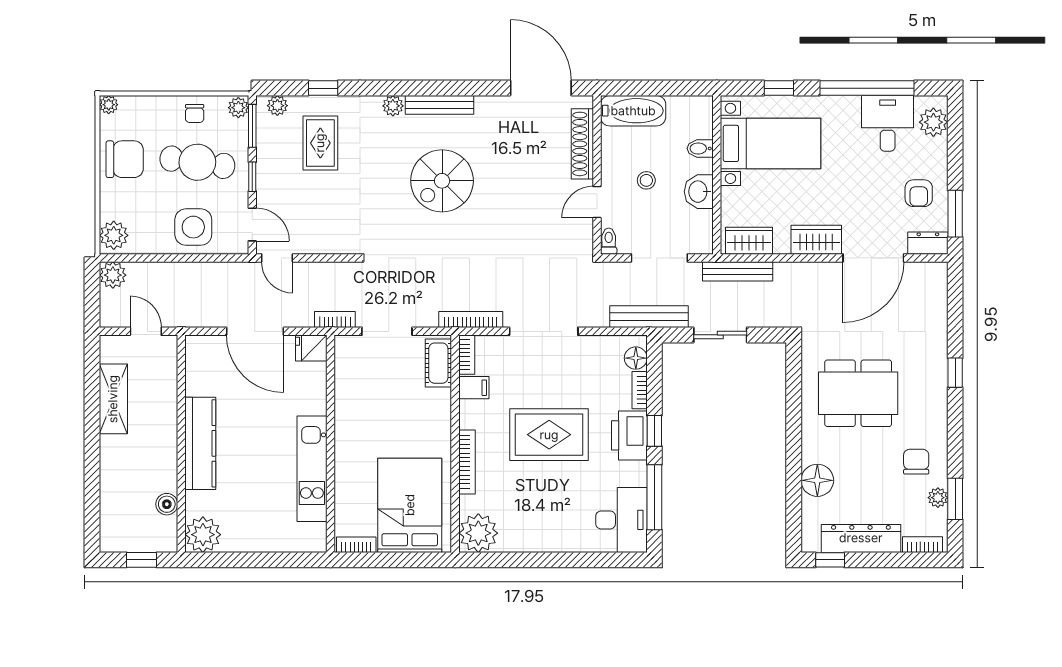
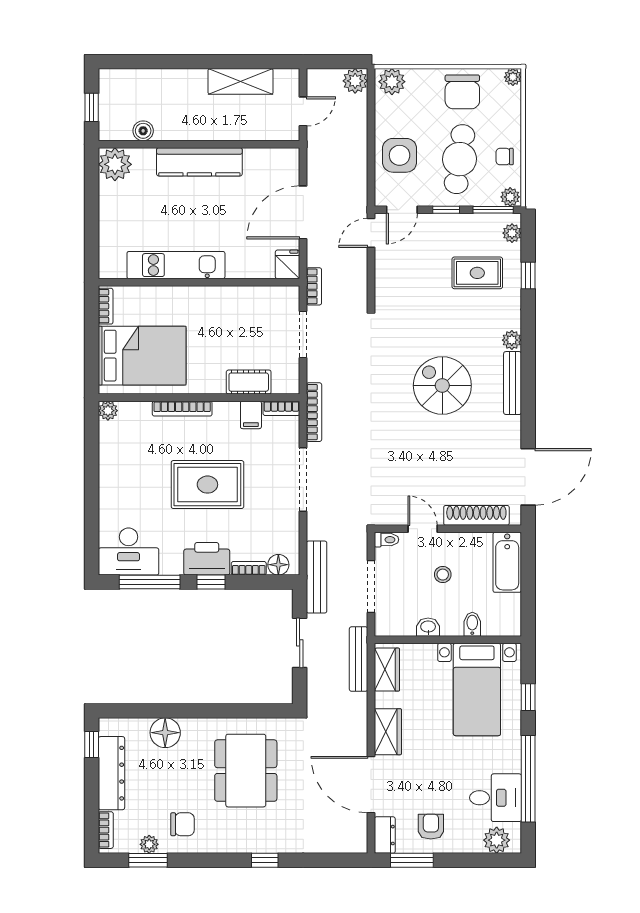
washbasin: (699, 192) -> (428, 627), width x0.72, depth x0.69
armchair: (919, 193) -> (431, 827), turned 90
cot: (438, 363) -> (249, 382), moved
rug: (549, 435) -> (207, 485), turned 90
plant: (478, 533) -> (108, 411), width x0.53, depth x0.53

